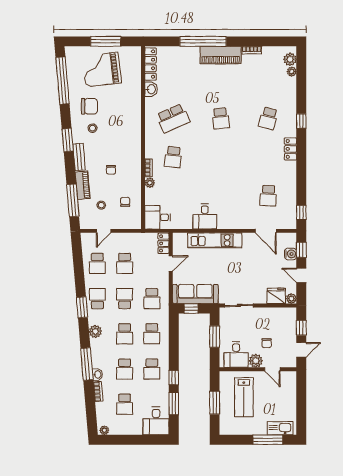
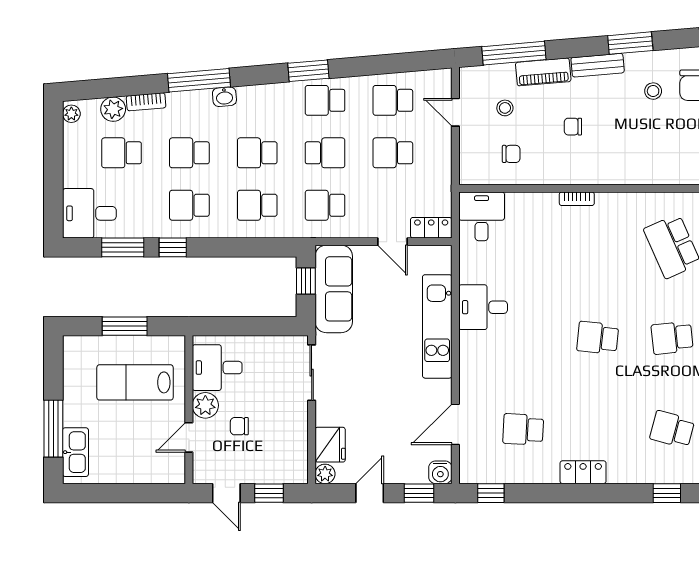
locker: (290, 149) -> (583, 472), moved
school desk: (173, 157) -> (598, 338), moved
plant: (150, 183) -> (548, 201), removed
water cooler: (291, 254) -> (440, 472), moved
school desk: (97, 299) -> (325, 100), turned 180
plant: (95, 331) -> (113, 109), moved
window: (215, 337) -> (252, 326), removed
washbasin: (97, 375) -> (224, 97), moved

